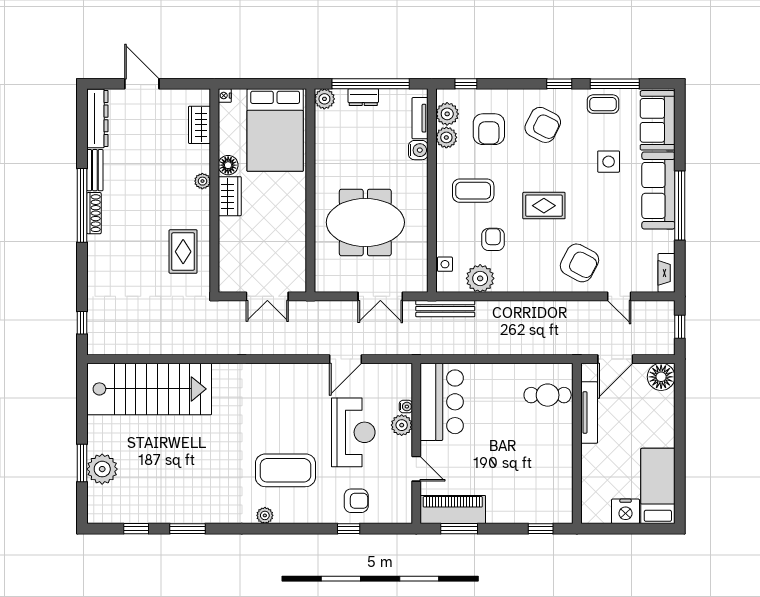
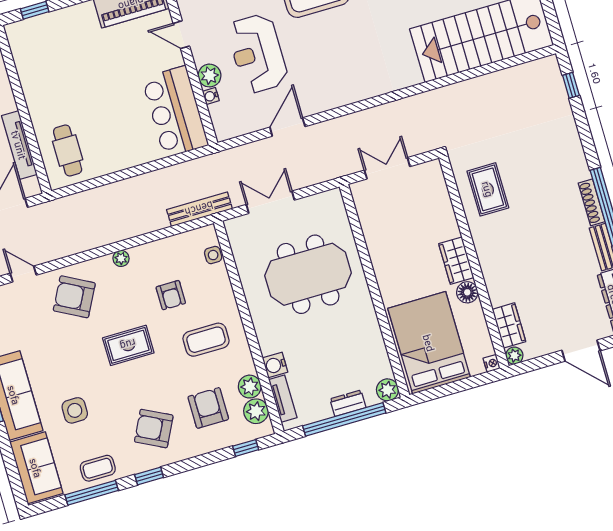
plant: (202, 181) -> (514, 356), moved
plant: (480, 278) -> (121, 258), moved, width x0.53, depth x0.53
cafe table: (548, 395) -> (68, 150), turned 90

